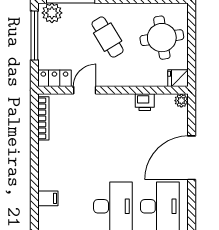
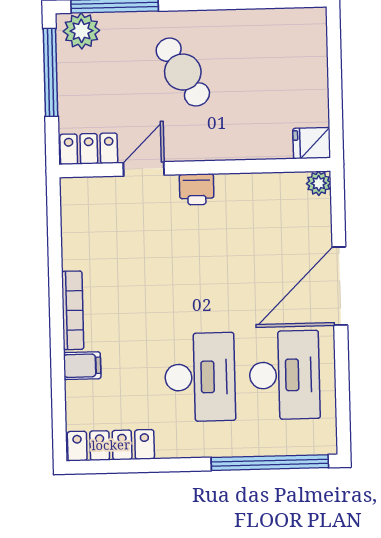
round table: (162, 38) -> (281, 71), removed
printer: (145, 102) -> (197, 189), moved
bookcase: (43, 118) -> (73, 310), moved

